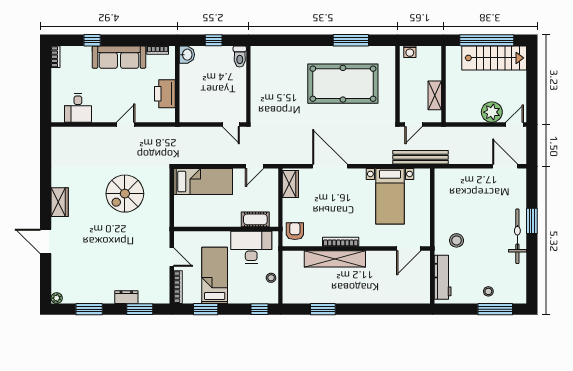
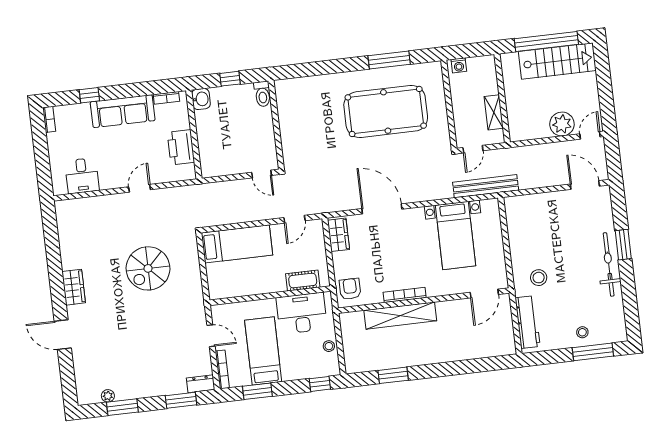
dresser: (126, 297) -> (201, 384), moved
plant: (57, 298) -> (108, 396), moved

